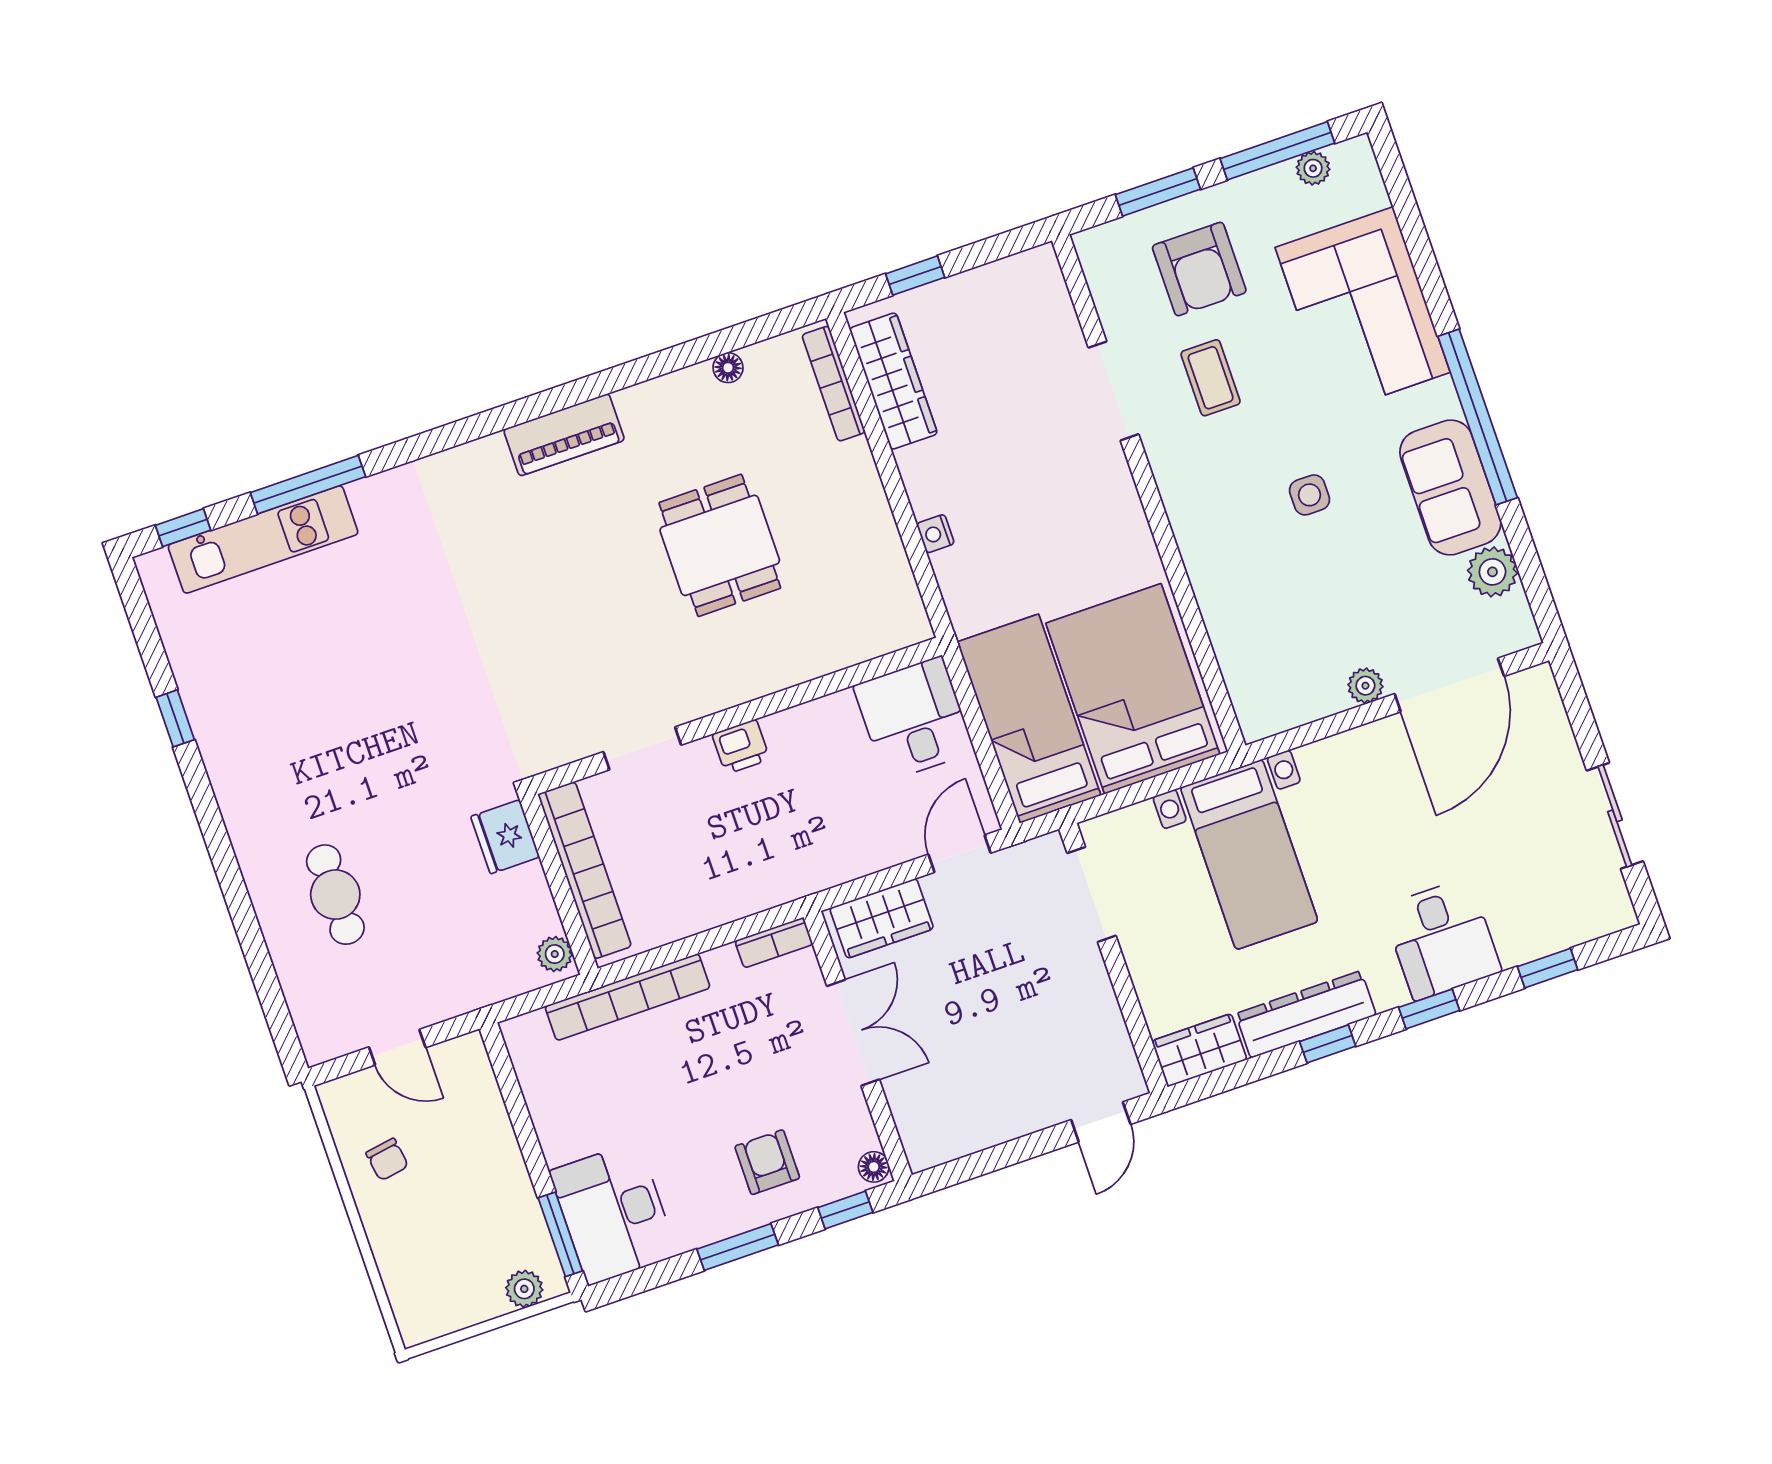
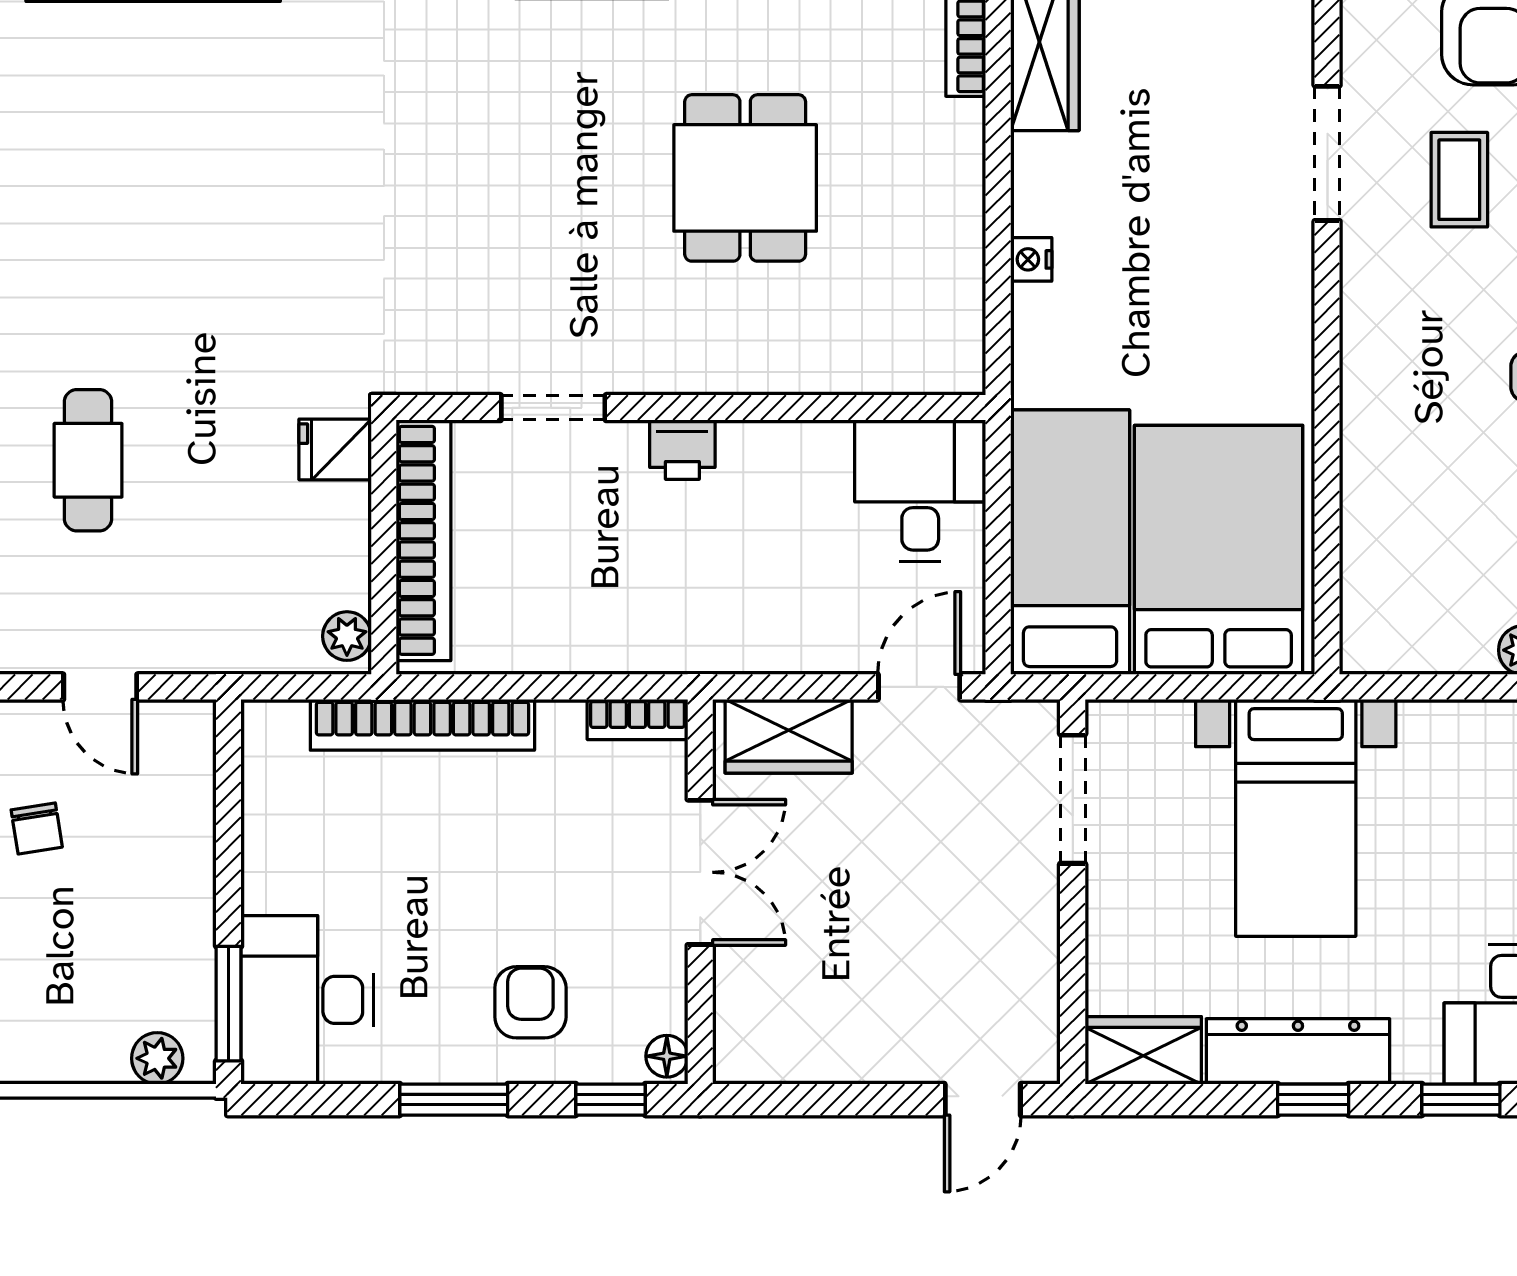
fridge: (505, 837) -> (335, 449), width x0.72

